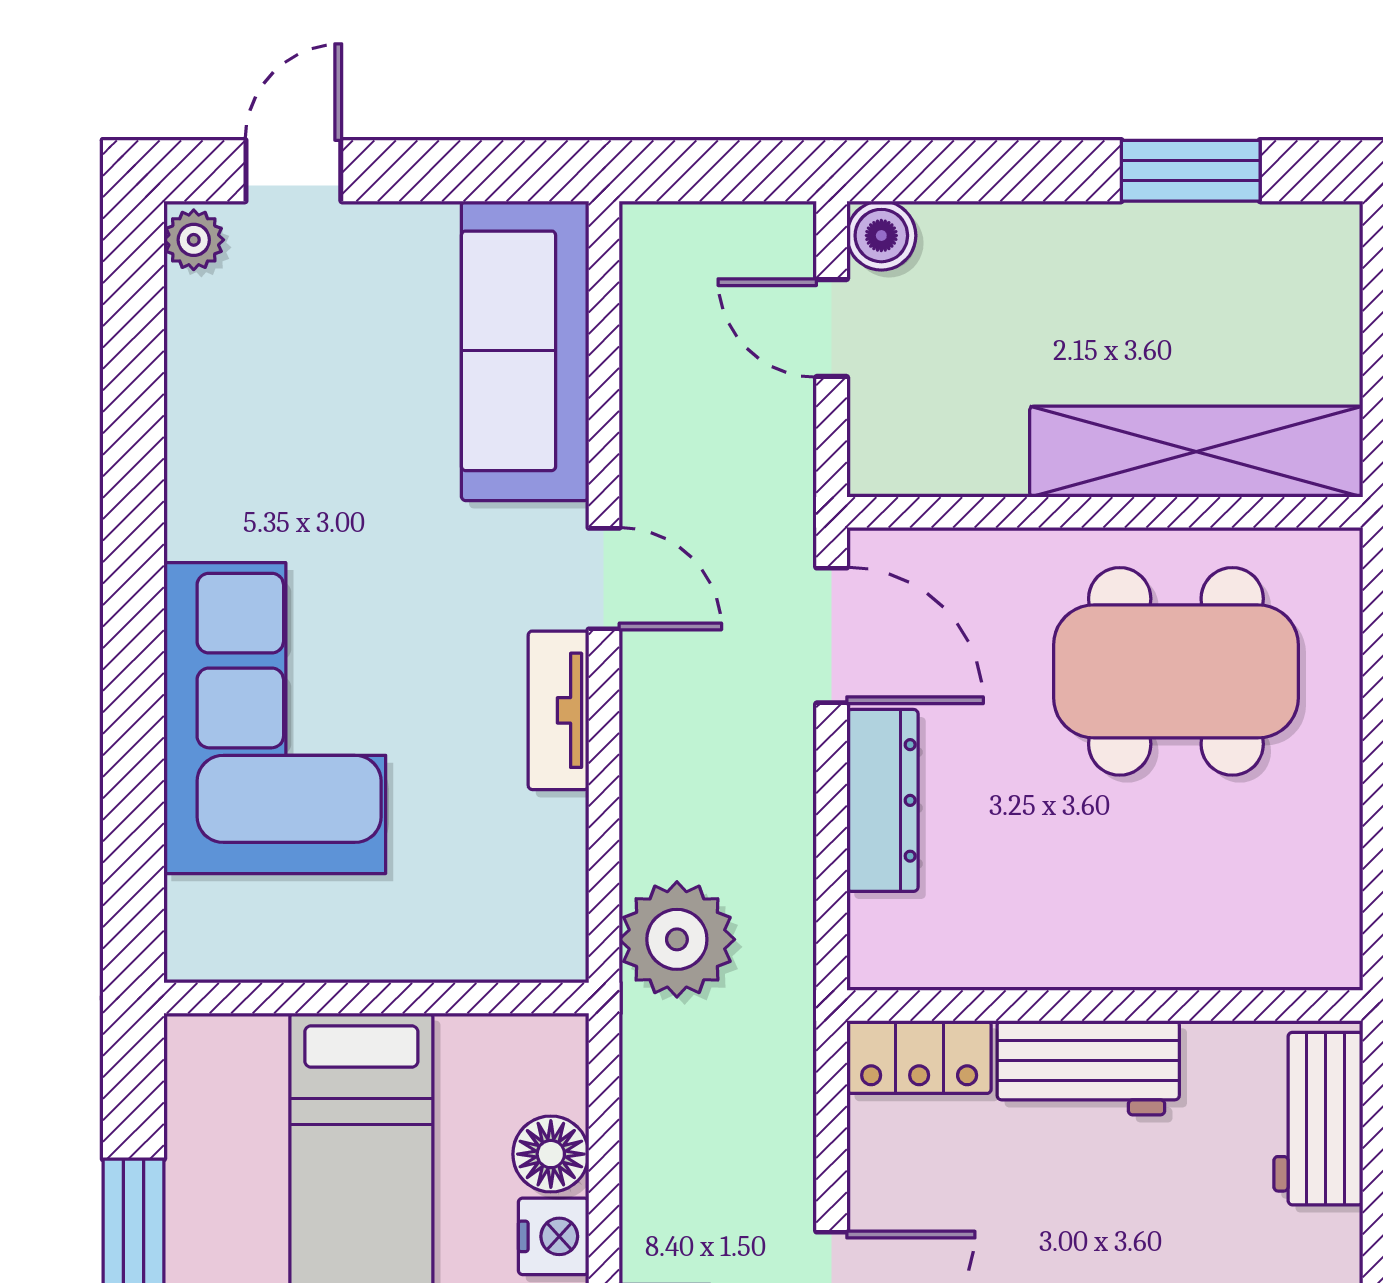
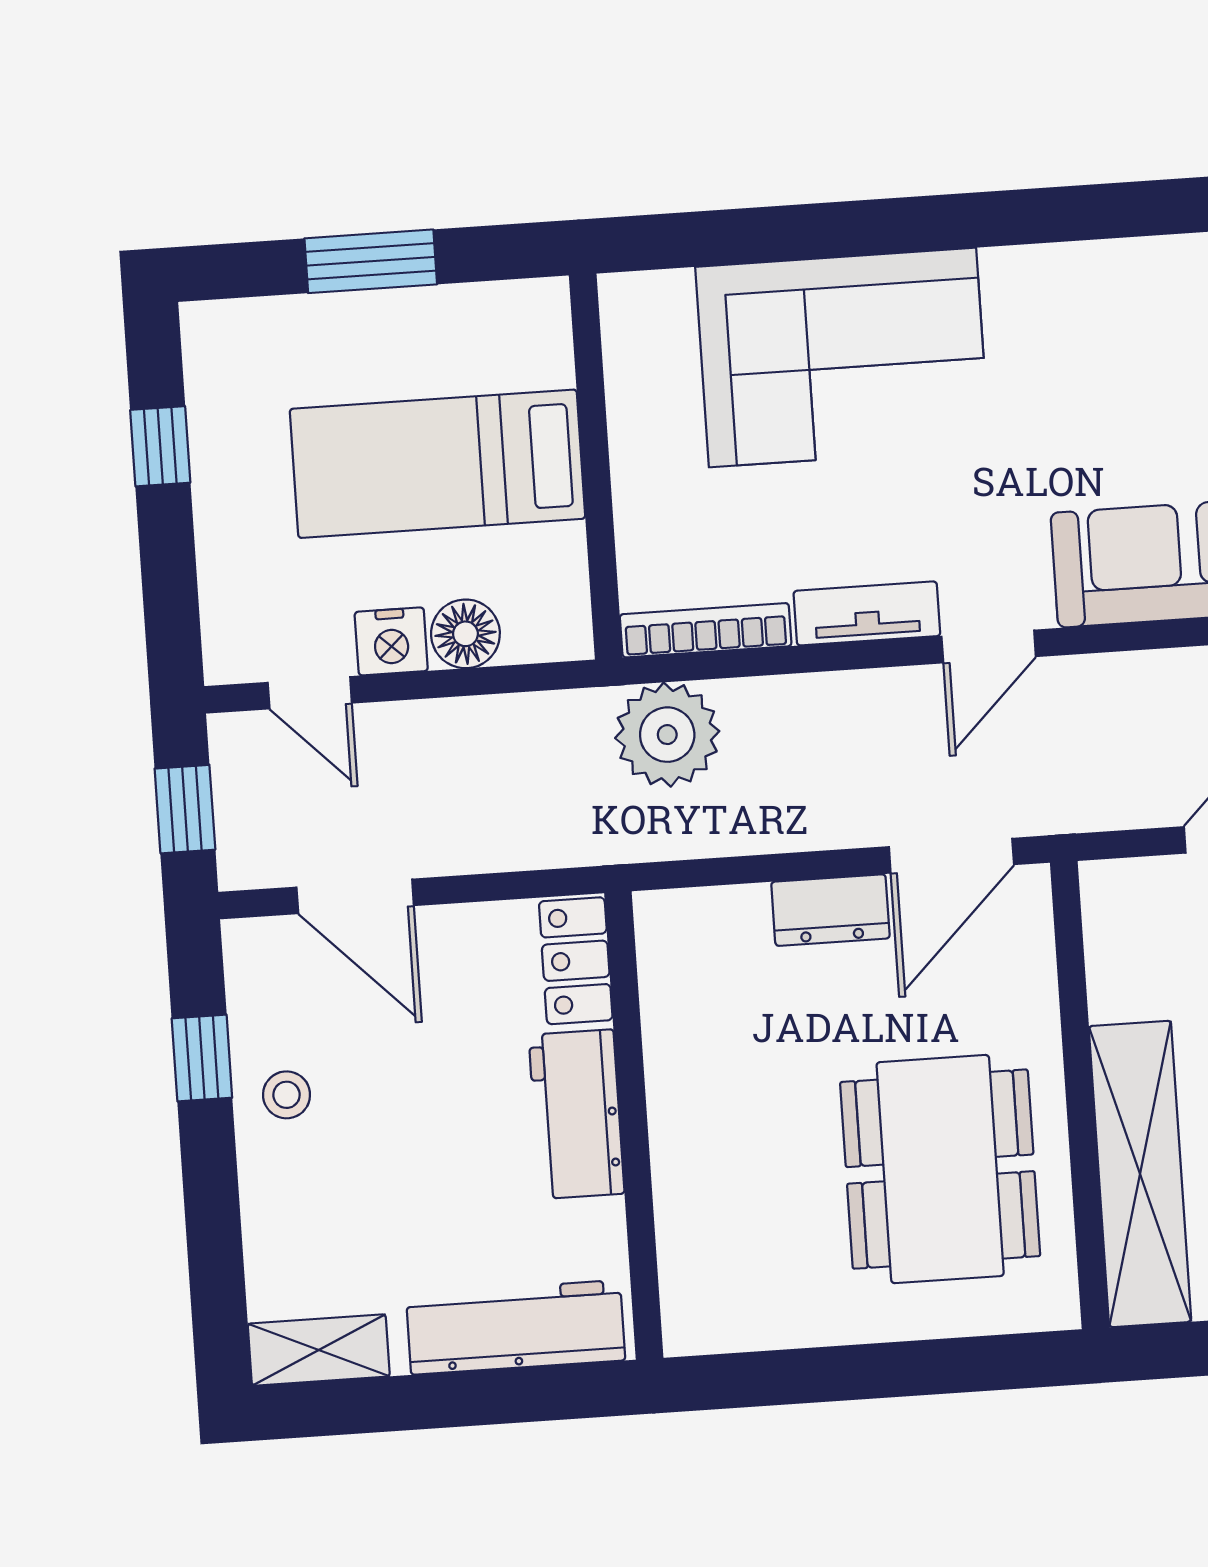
dresser: (882, 800) -> (830, 910), width x0.70
bookcase: (565, 889) -> (706, 630), added
workbench: (1318, 1119) -> (516, 1327), width x1.37

